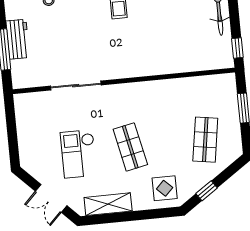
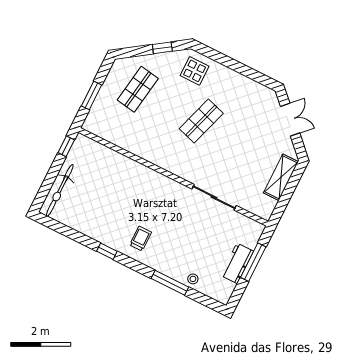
shop shelf: (130, 147) -> (201, 121), turned 30
checkout: (79, 154) -> (246, 141), removed
shelving: (108, 204) -> (281, 177), moved, turned 90

